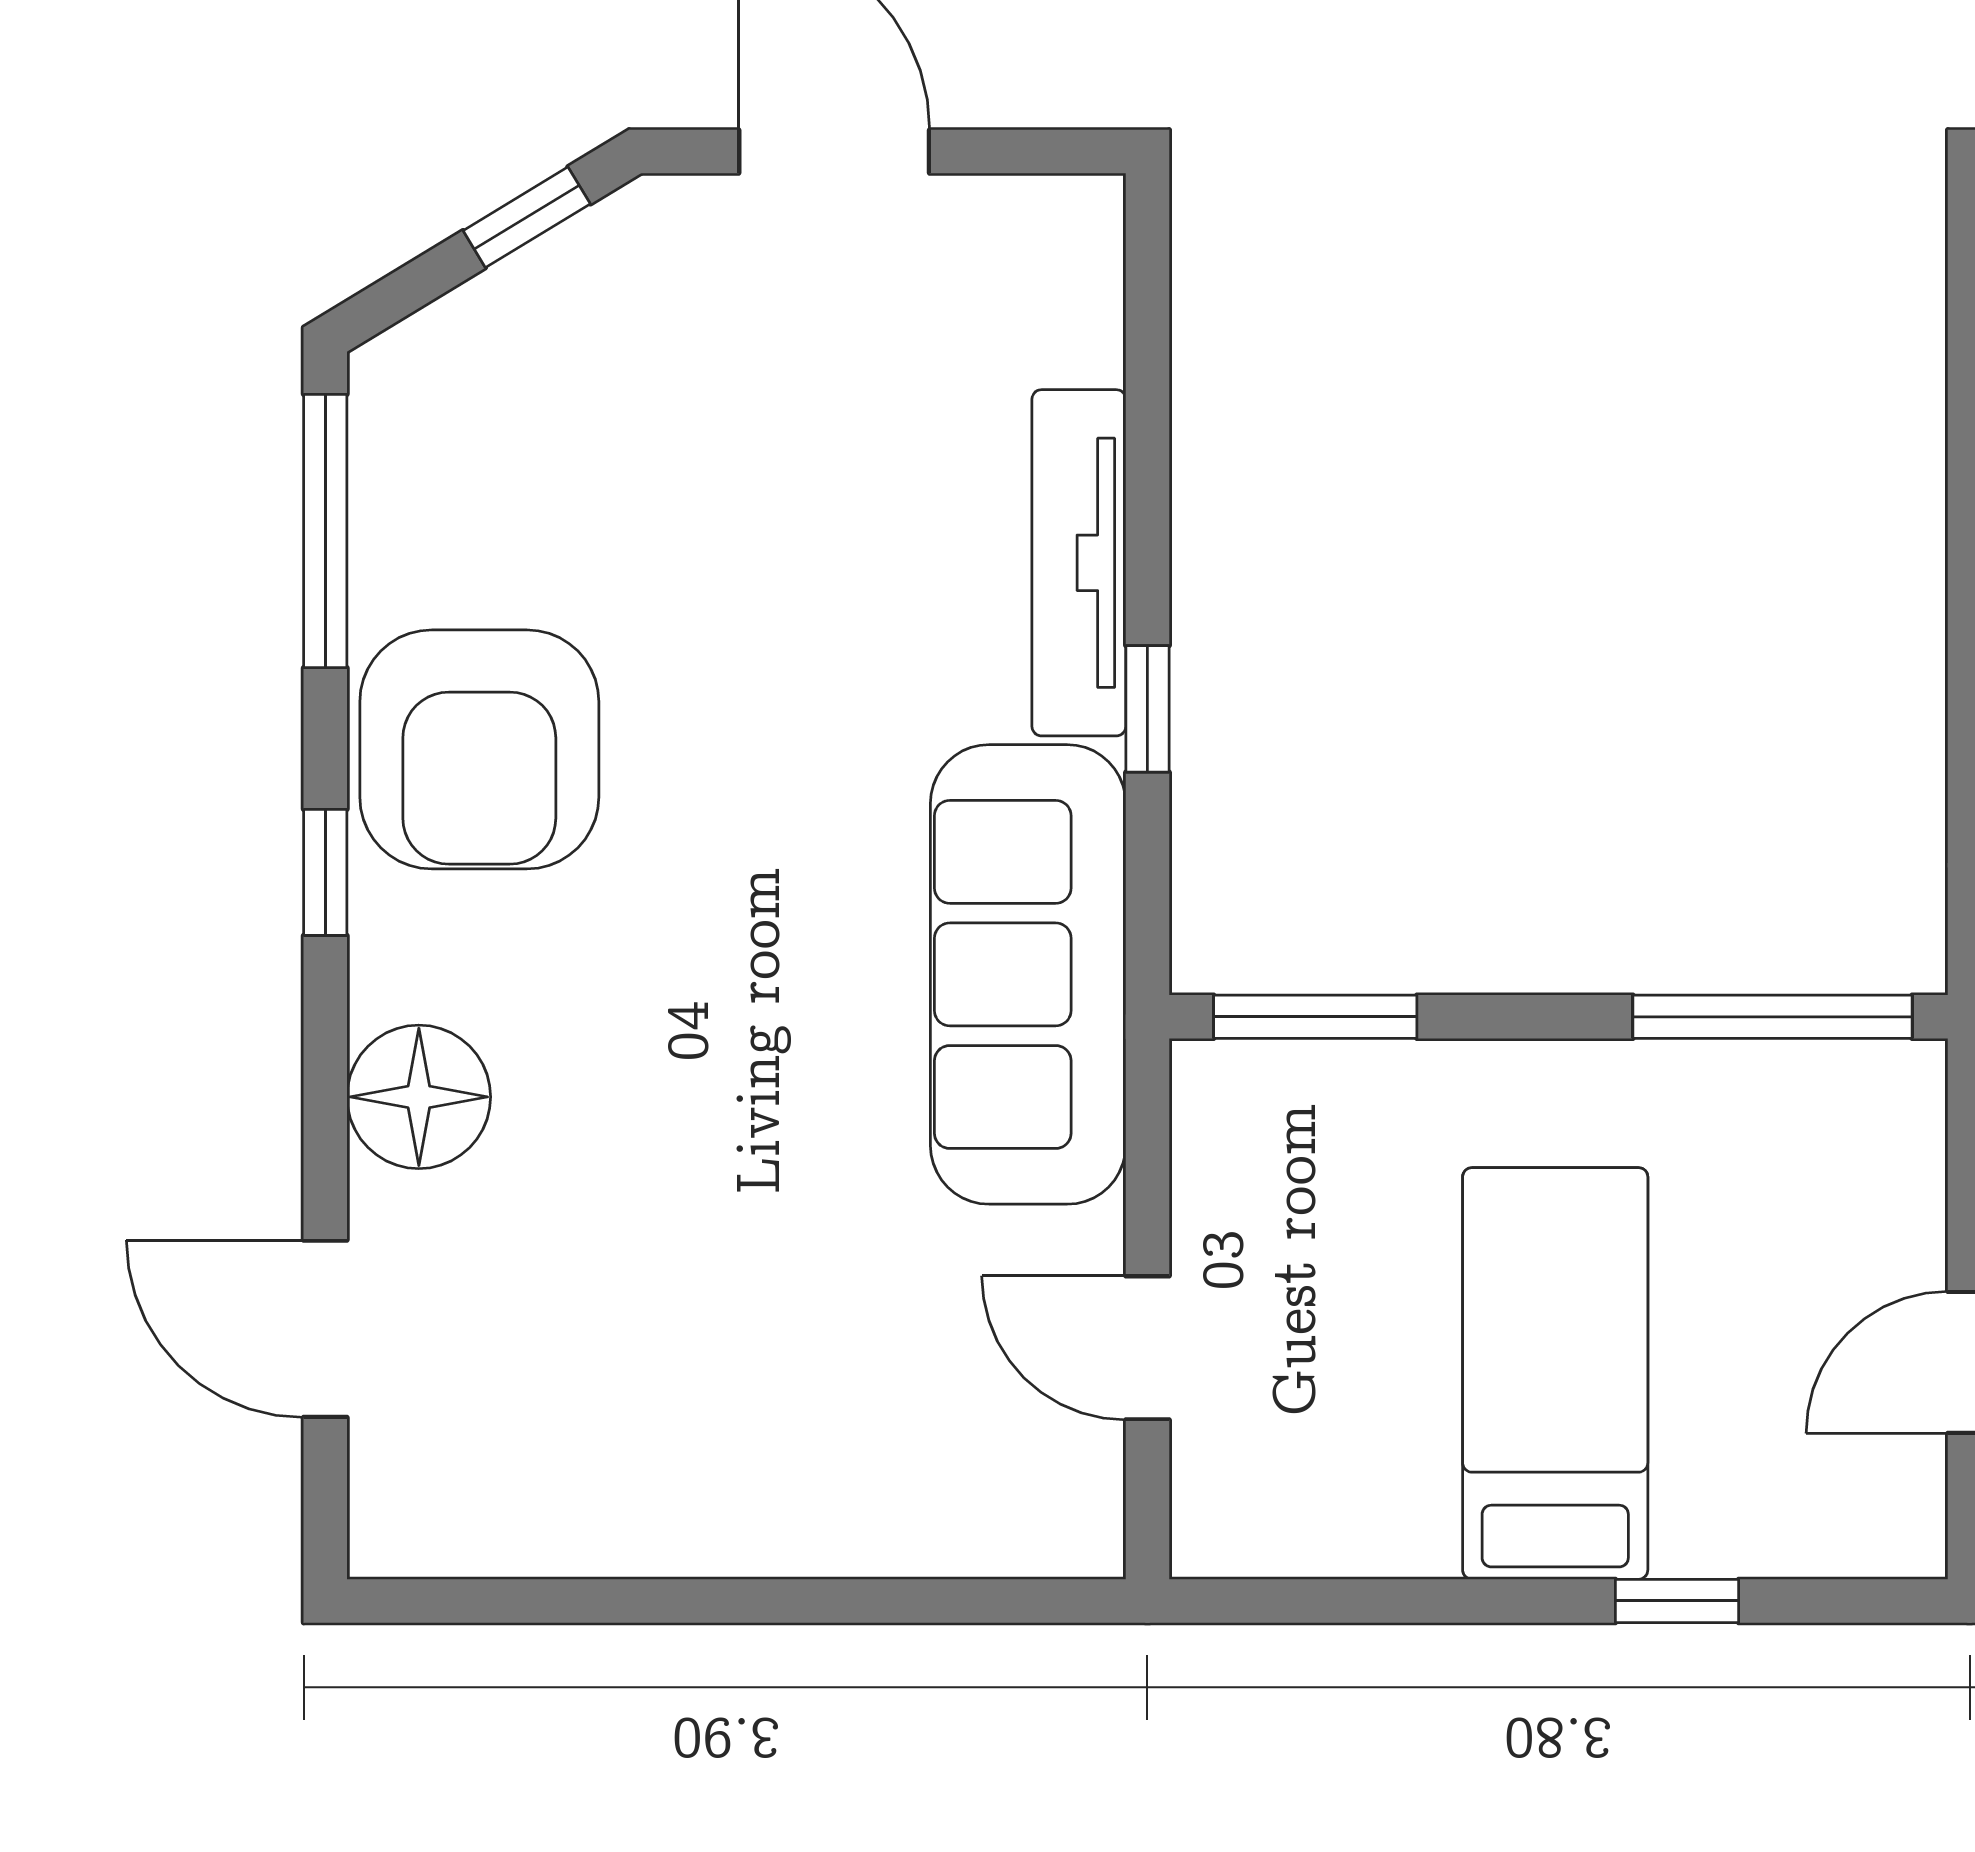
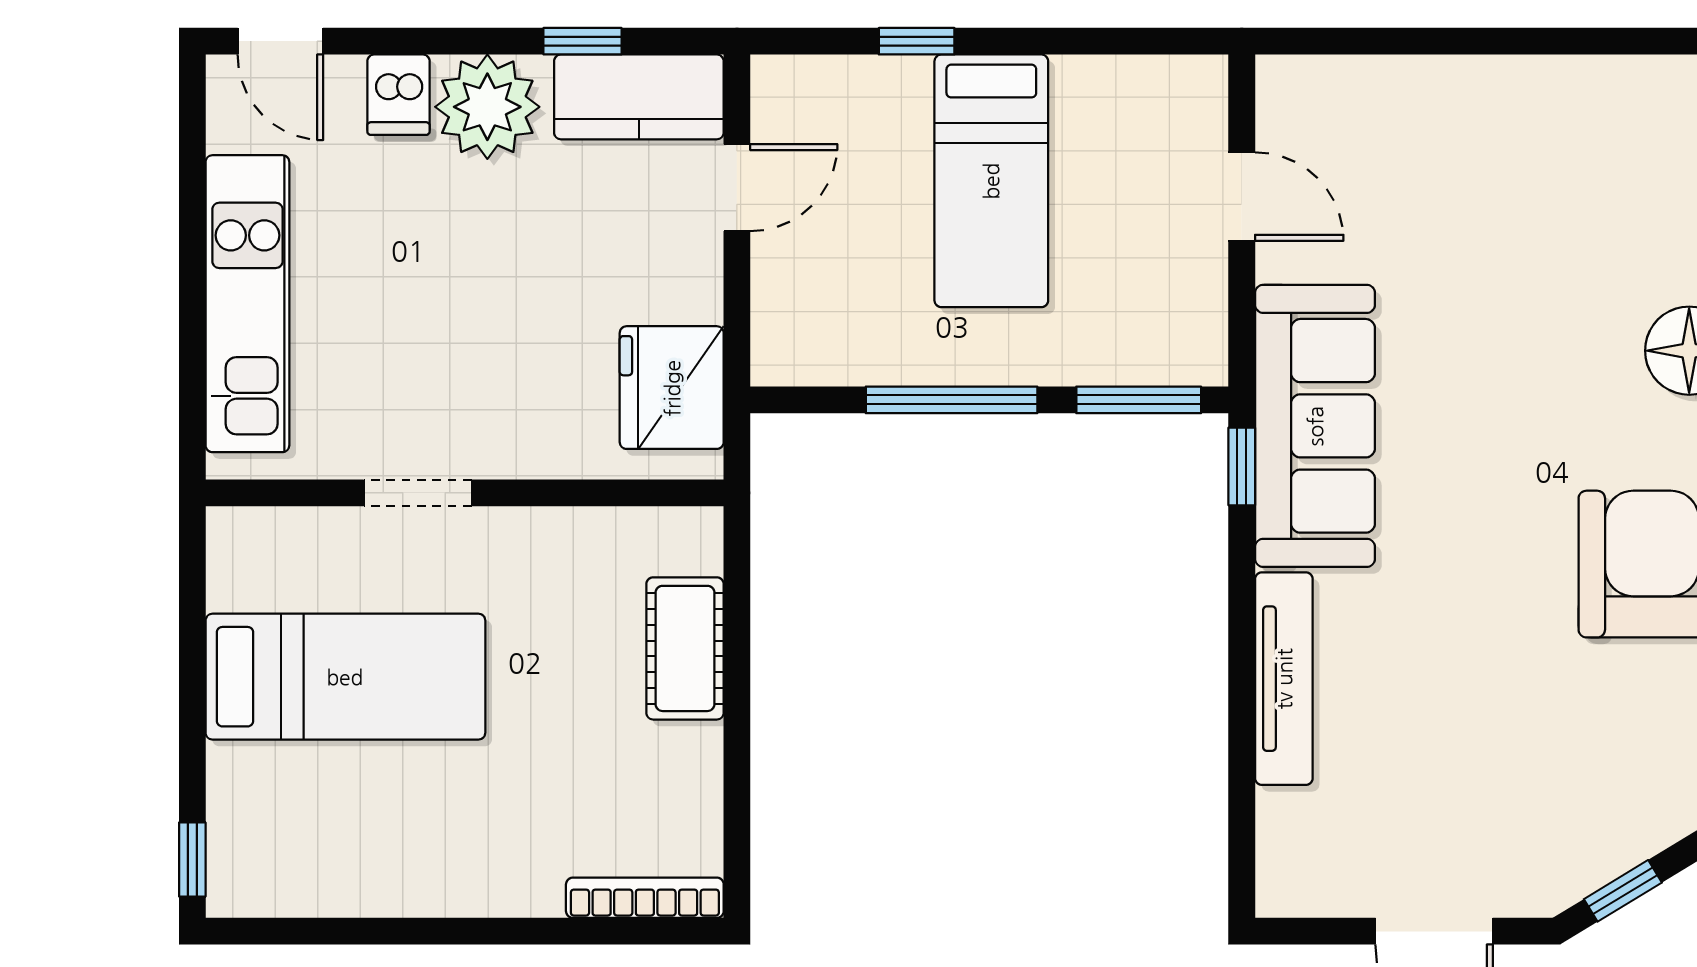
window: (1147, 709) -> (1242, 466), moved
window: (1773, 1017) -> (952, 400), moved

